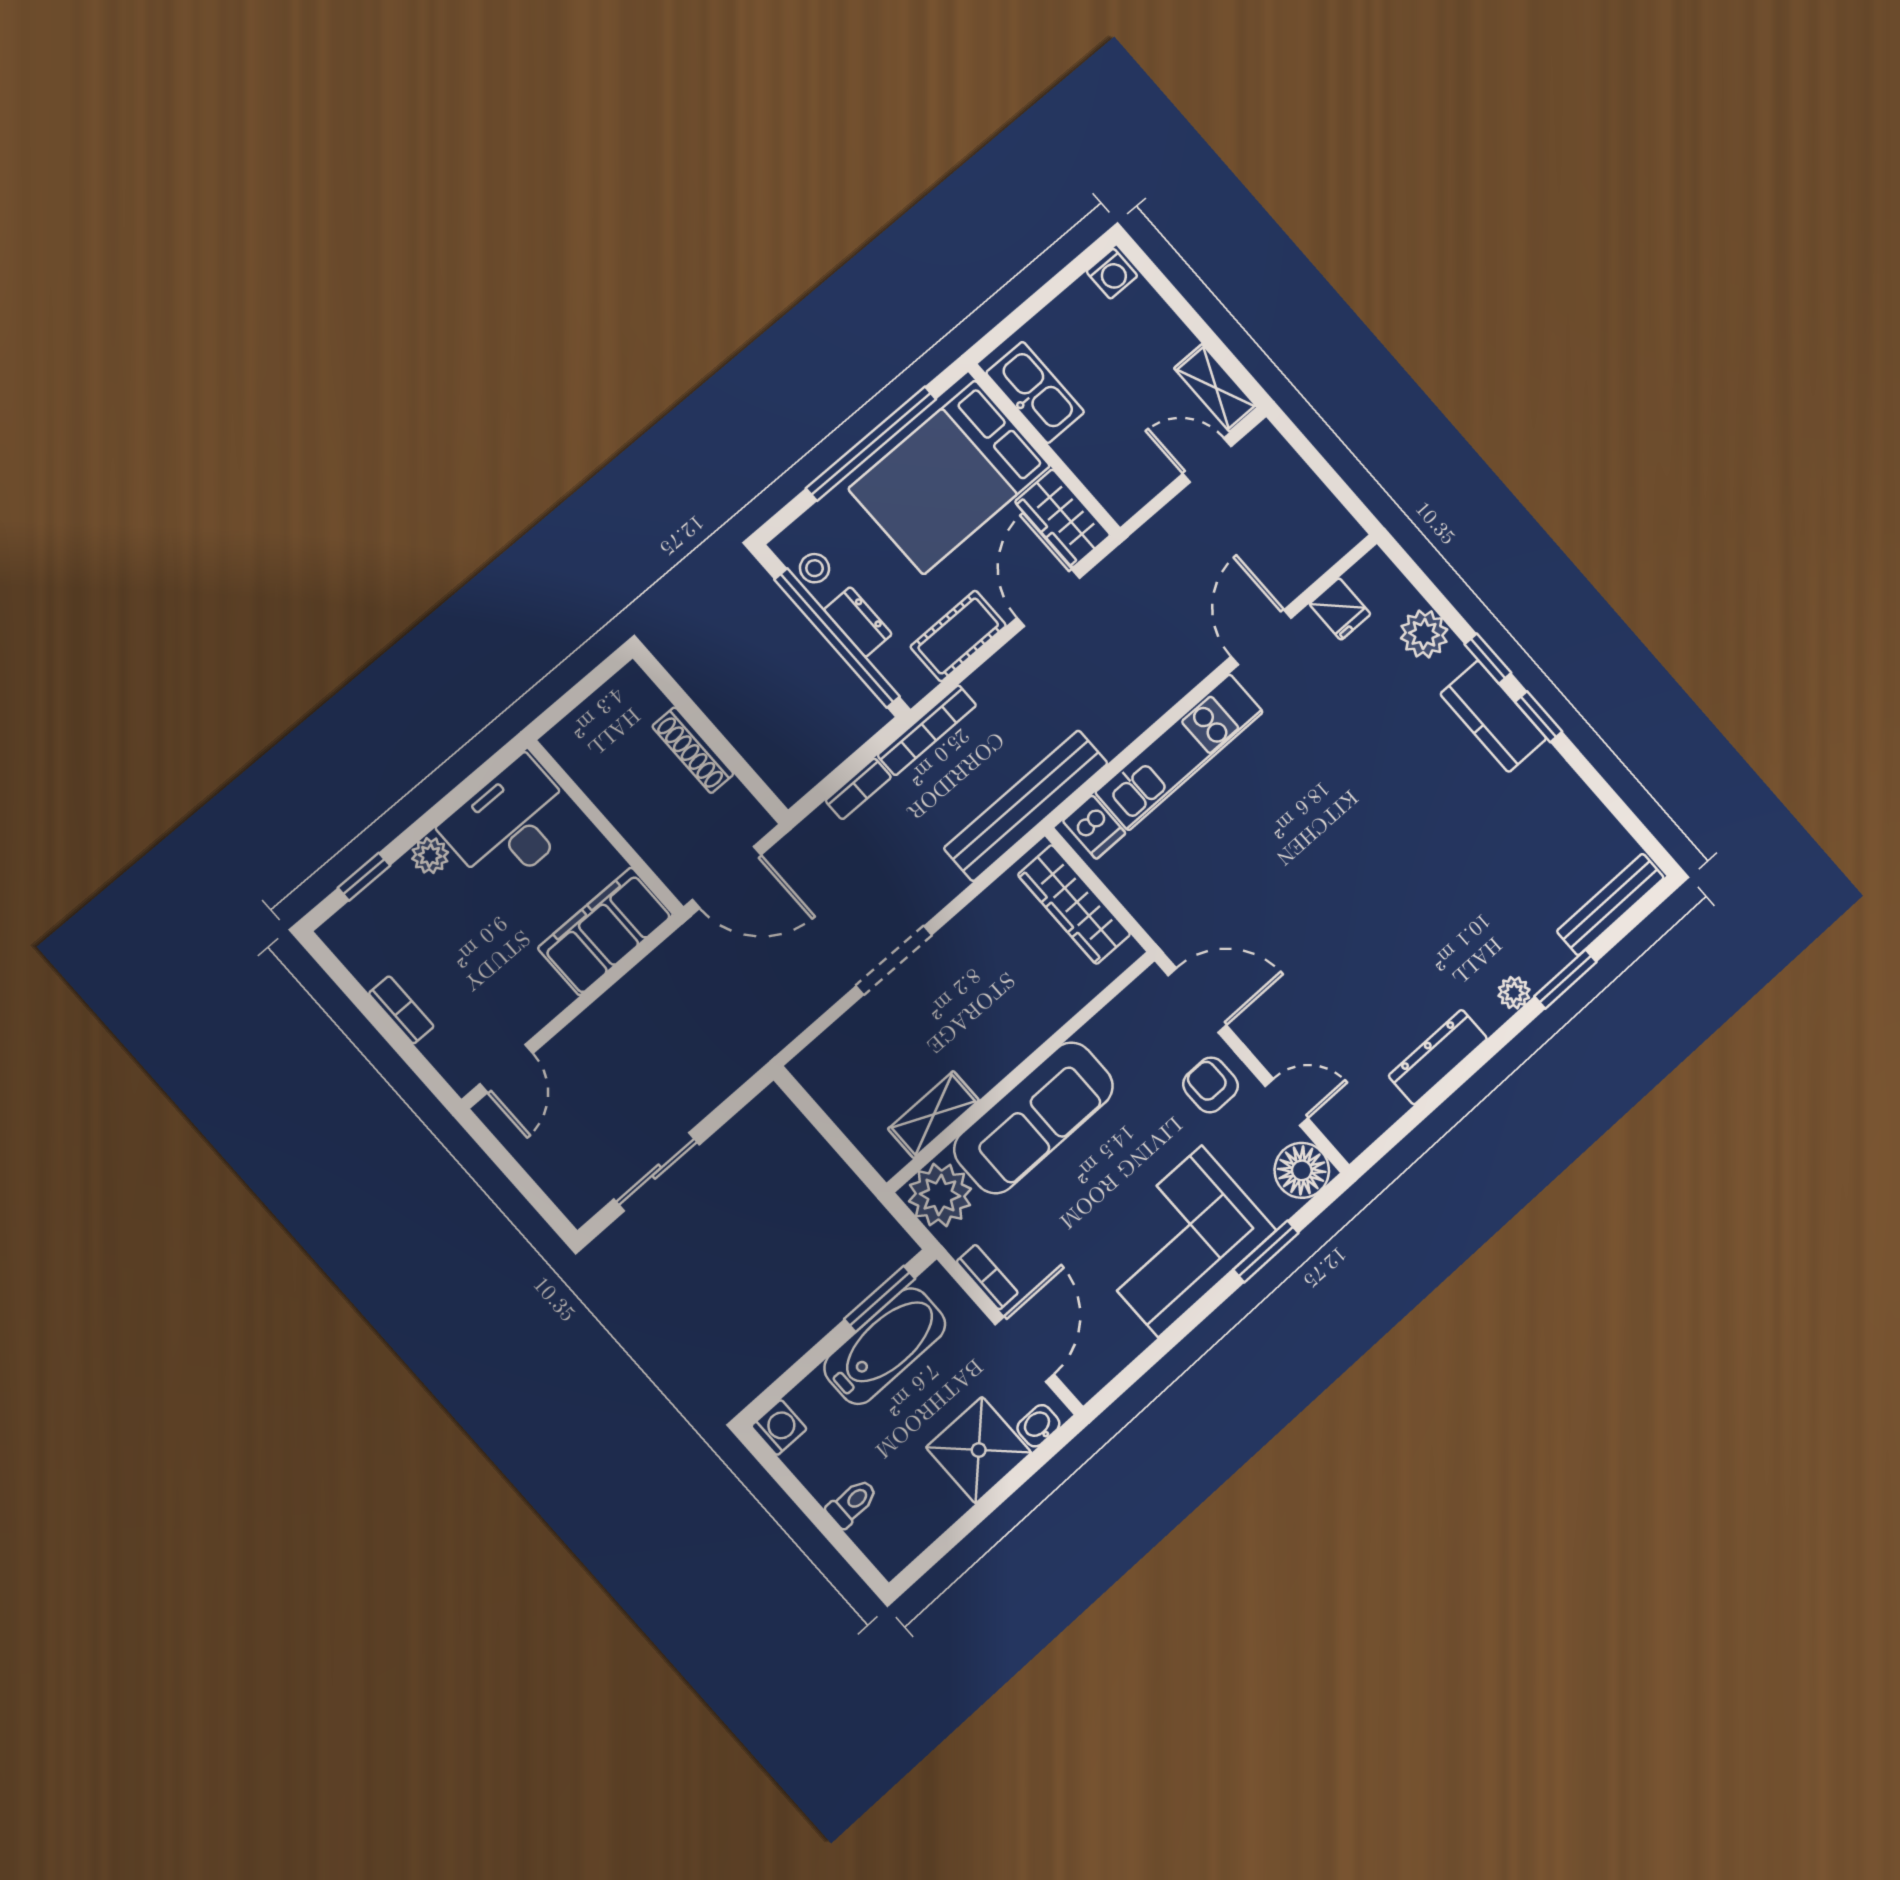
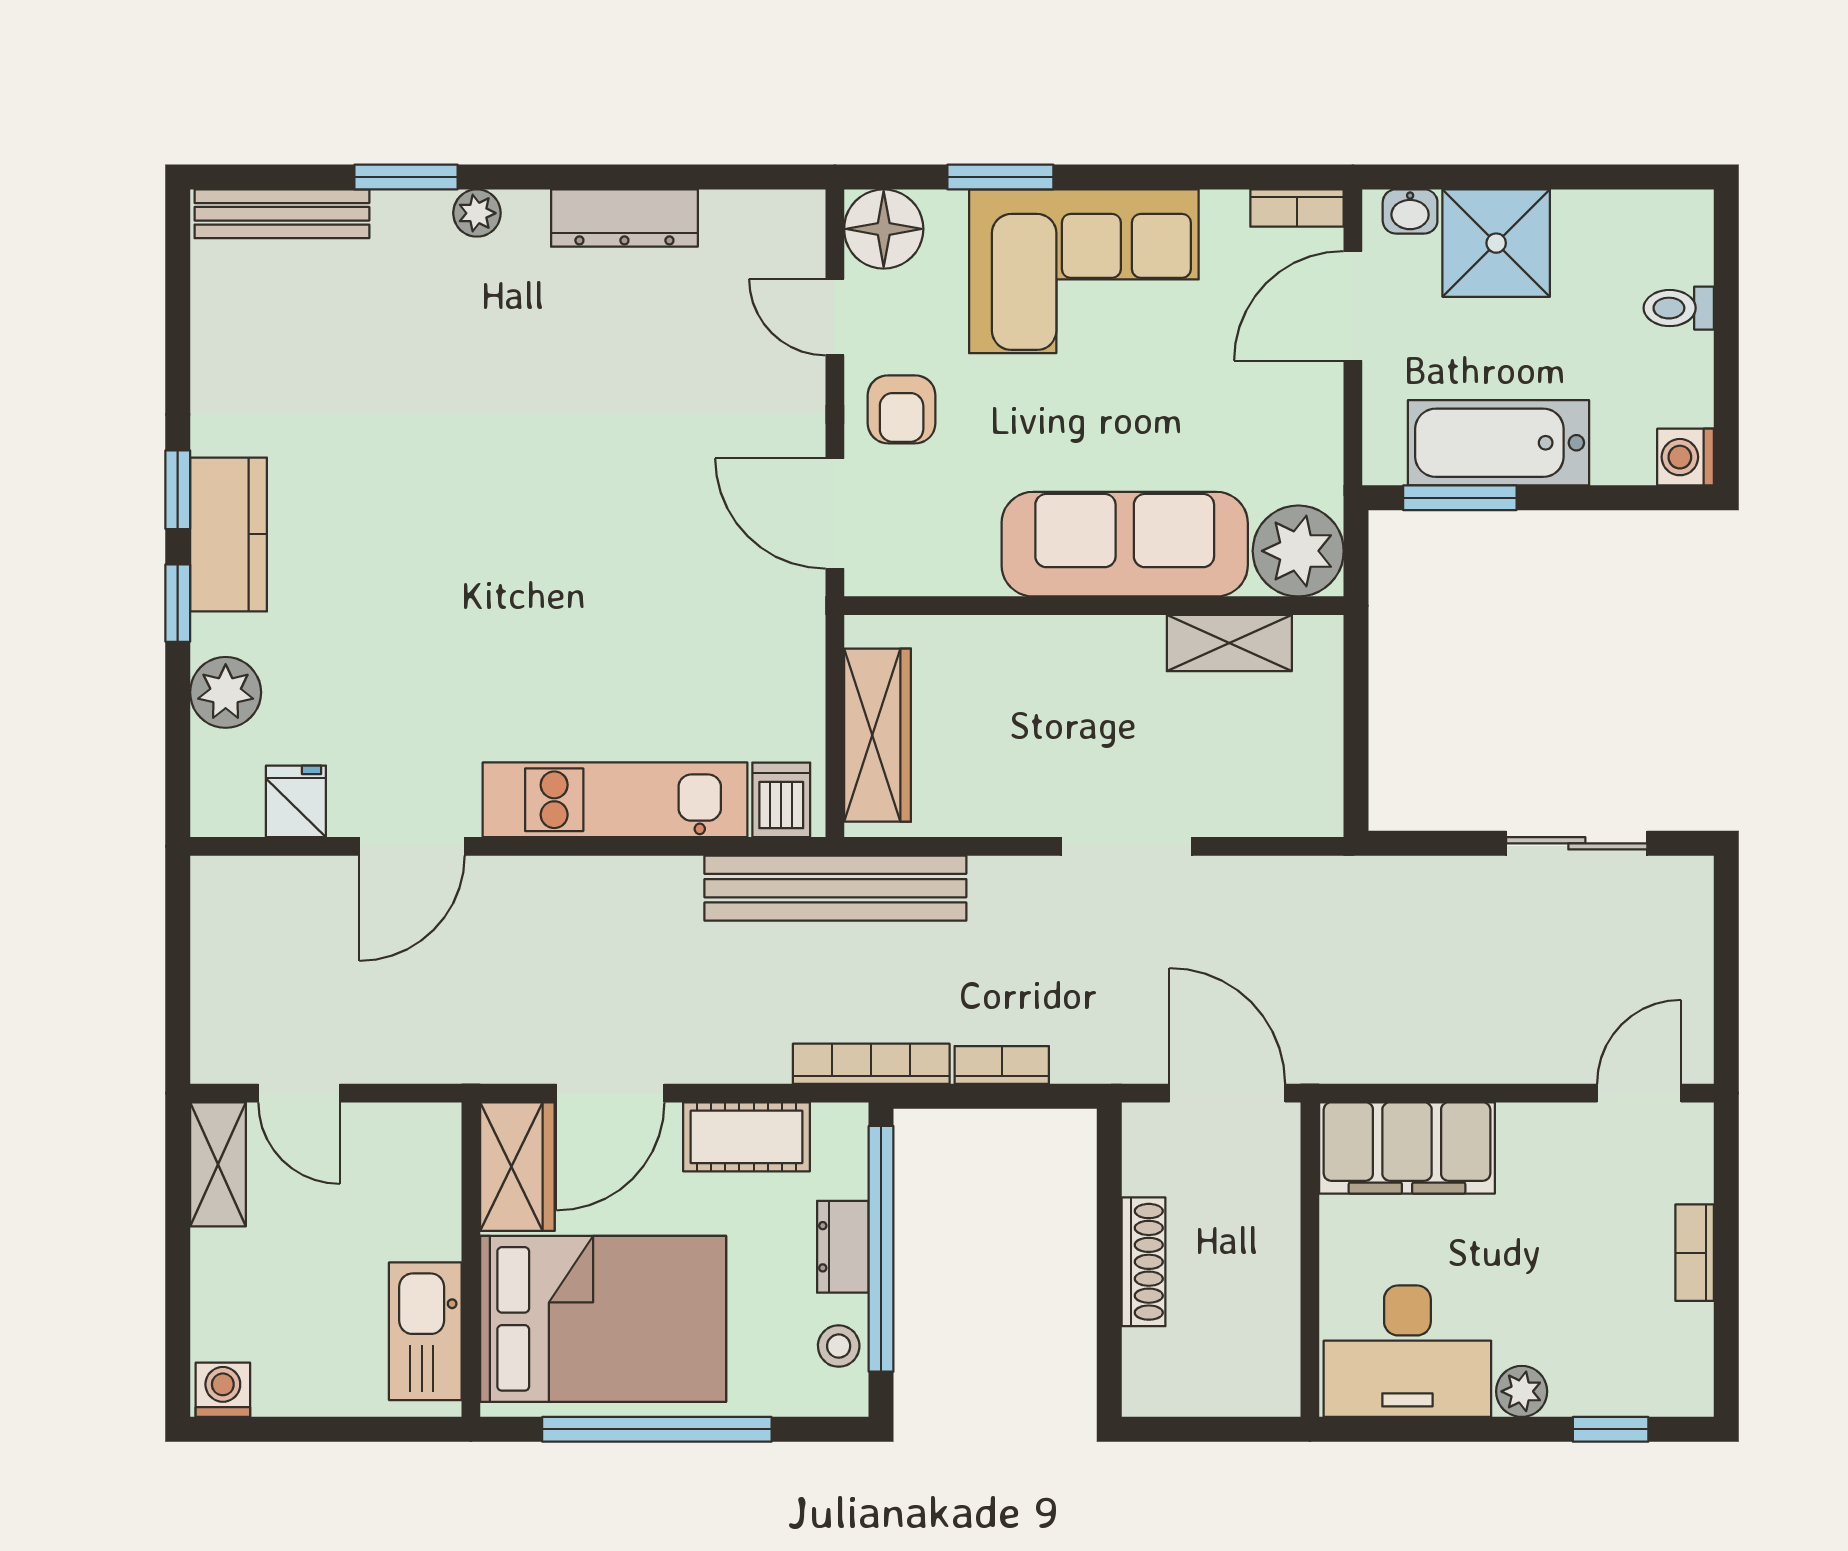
bookcase: (987, 1277) -> (1297, 208), moved, turned -90

